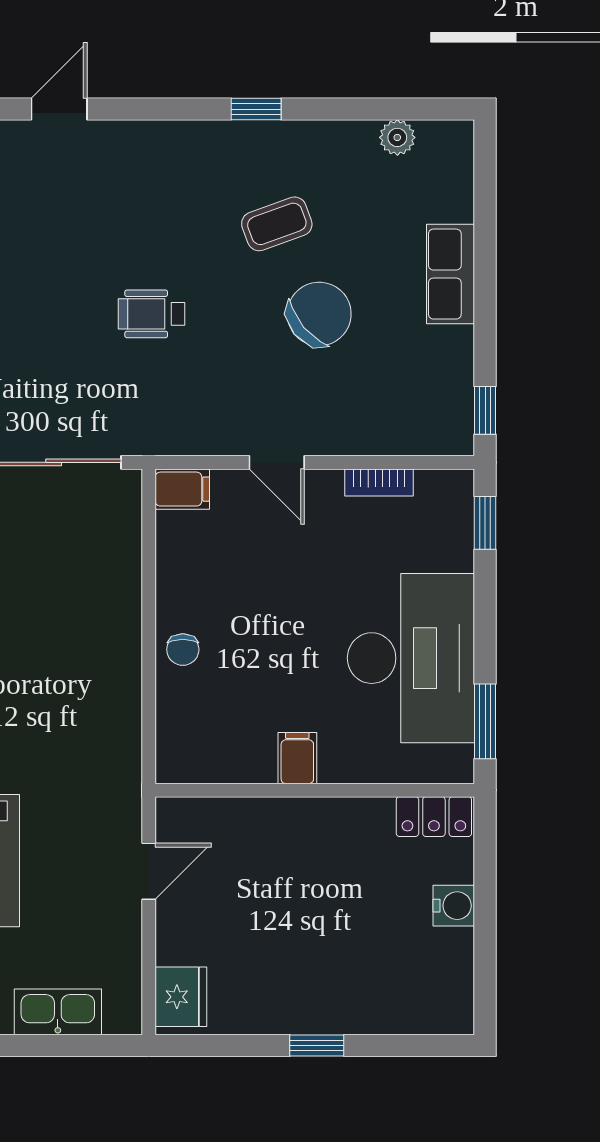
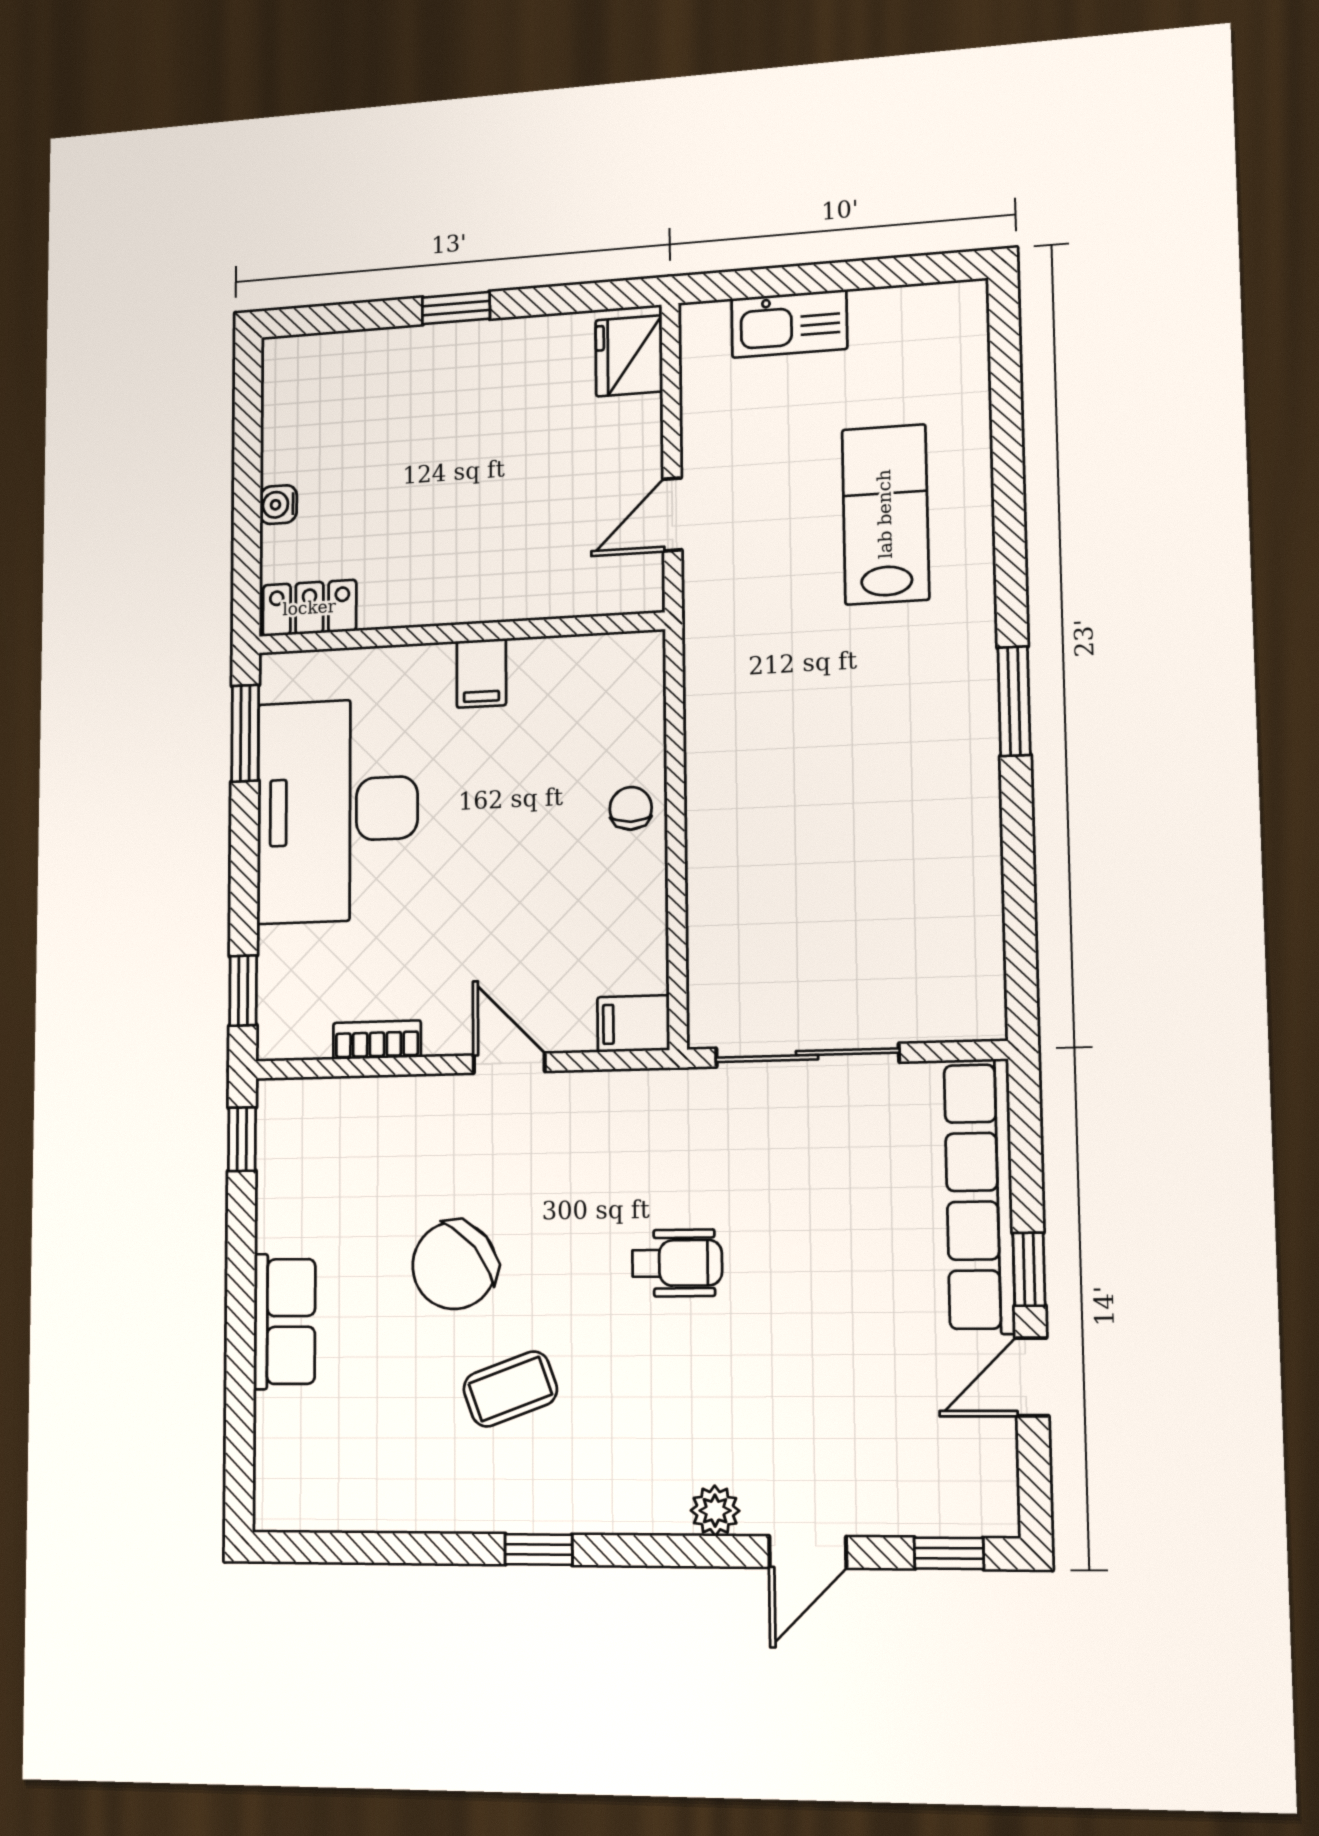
plant: (397, 137) -> (715, 1511), moved
water cooler: (454, 906) -> (278, 505), width x0.72, depth x0.72

